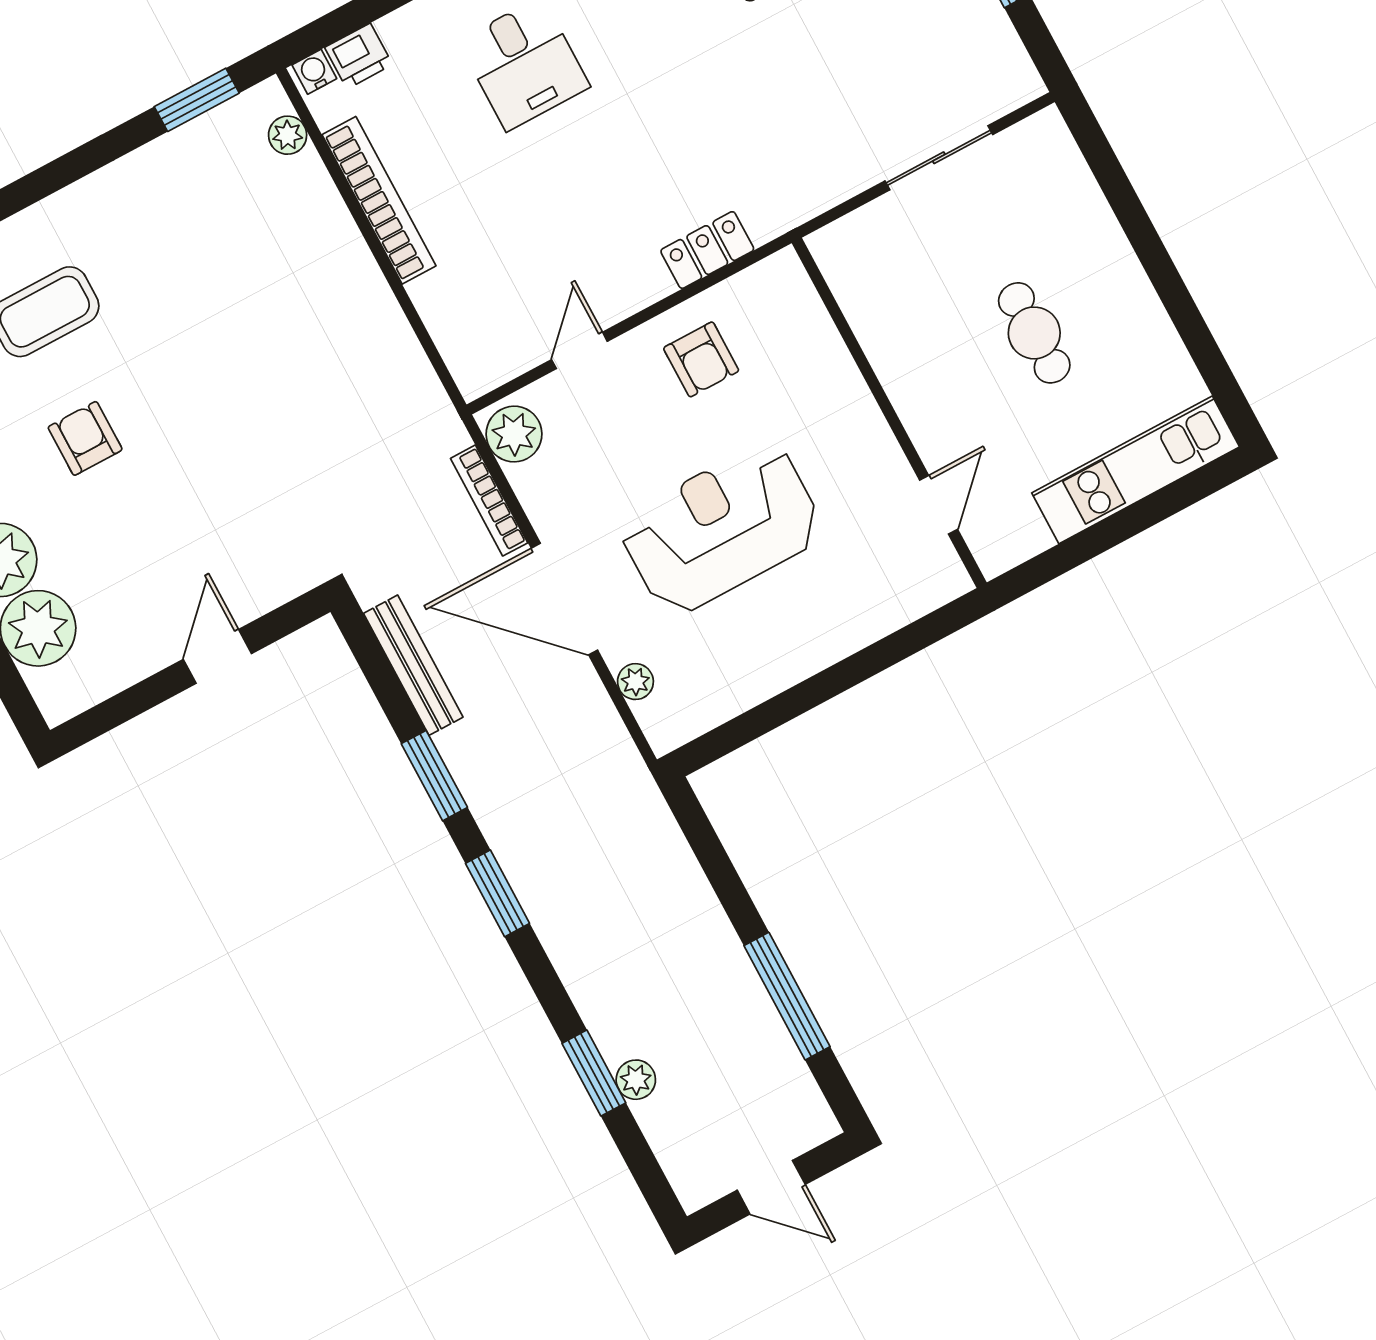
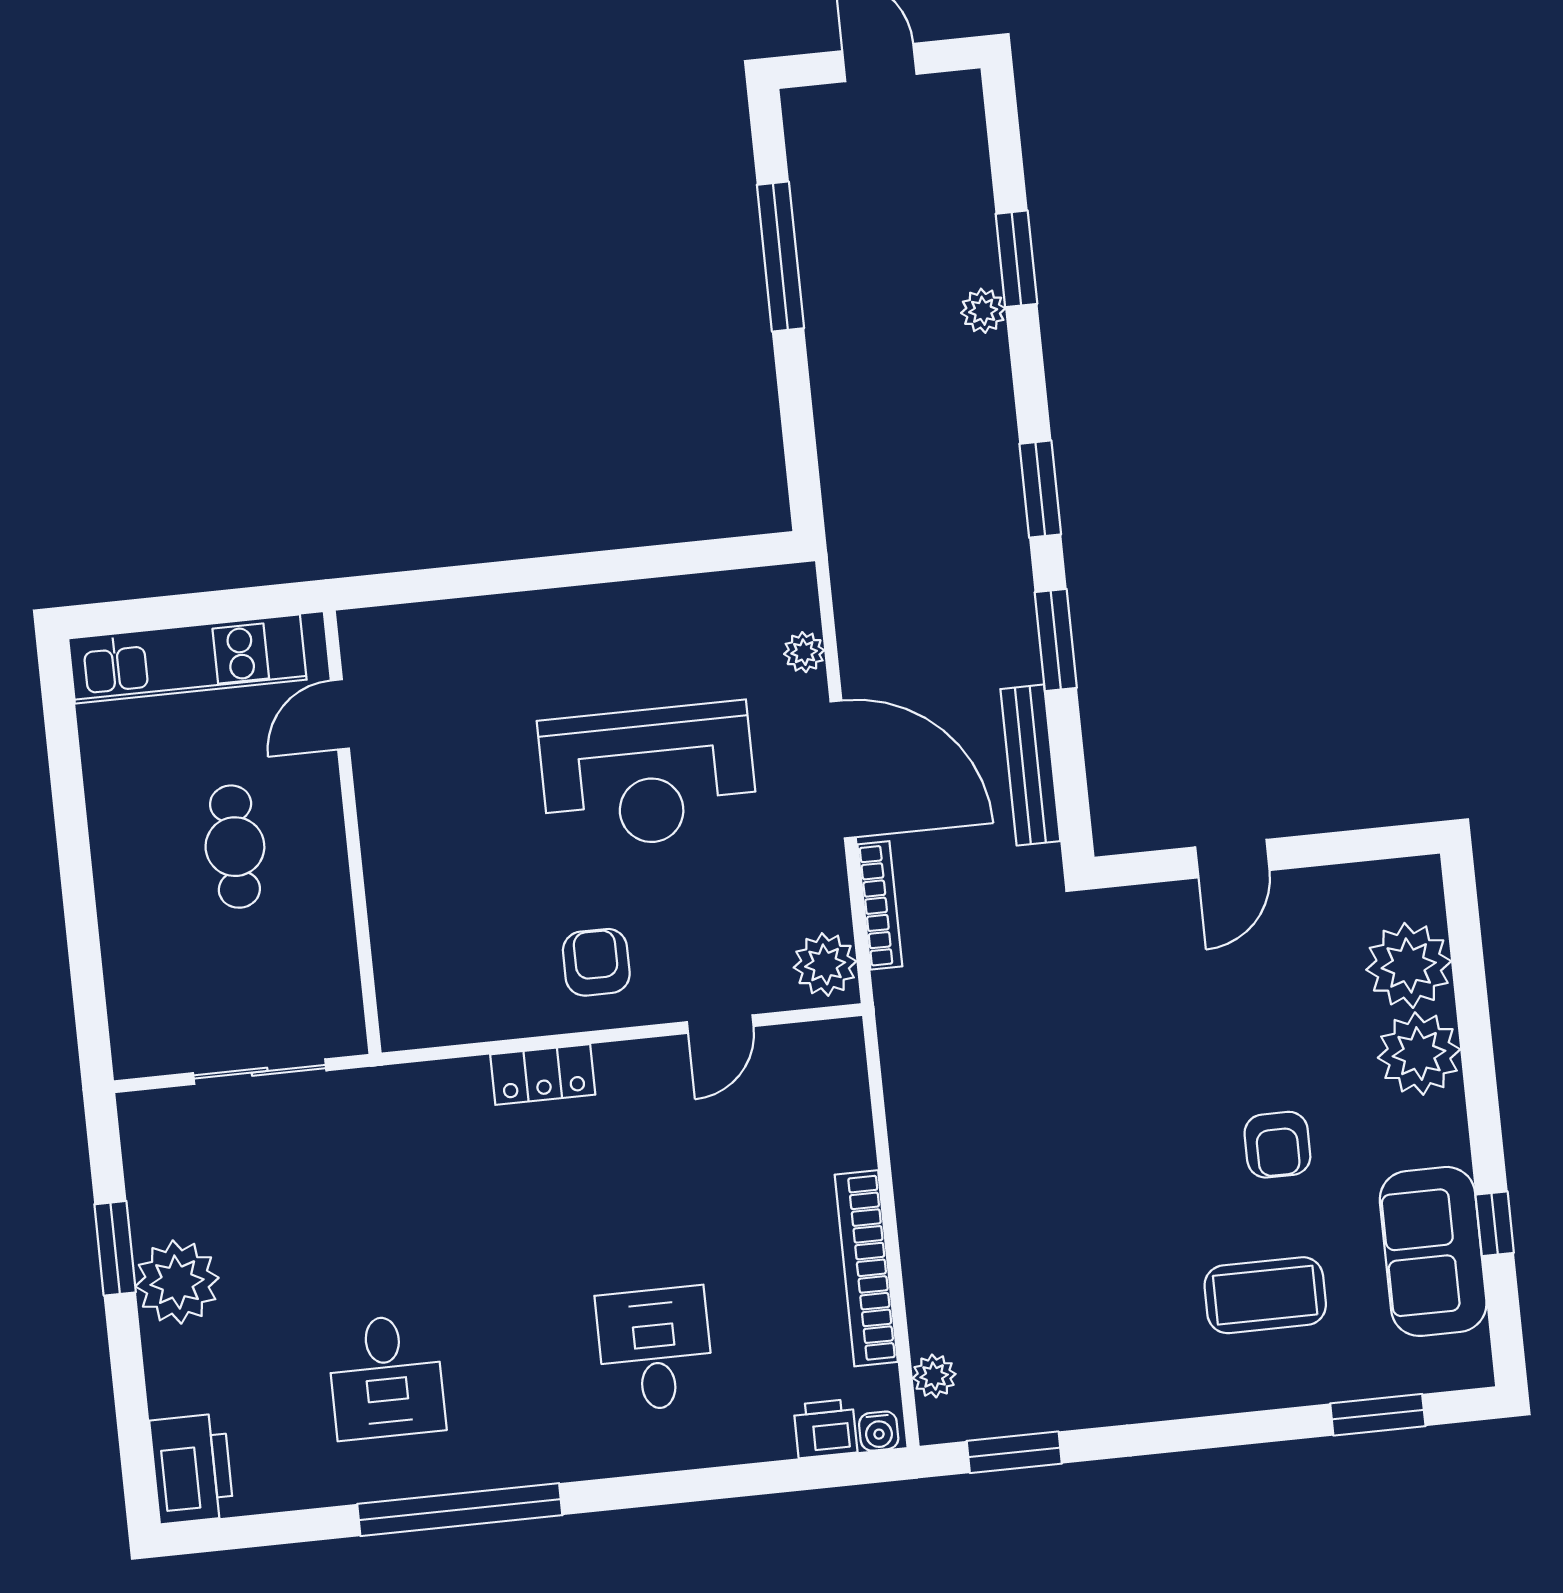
wall: (889, 413) -> (352, 832), moved
door: (939, 505) -> (340, 714), moved
plant: (636, 1080) -> (983, 311), moved

